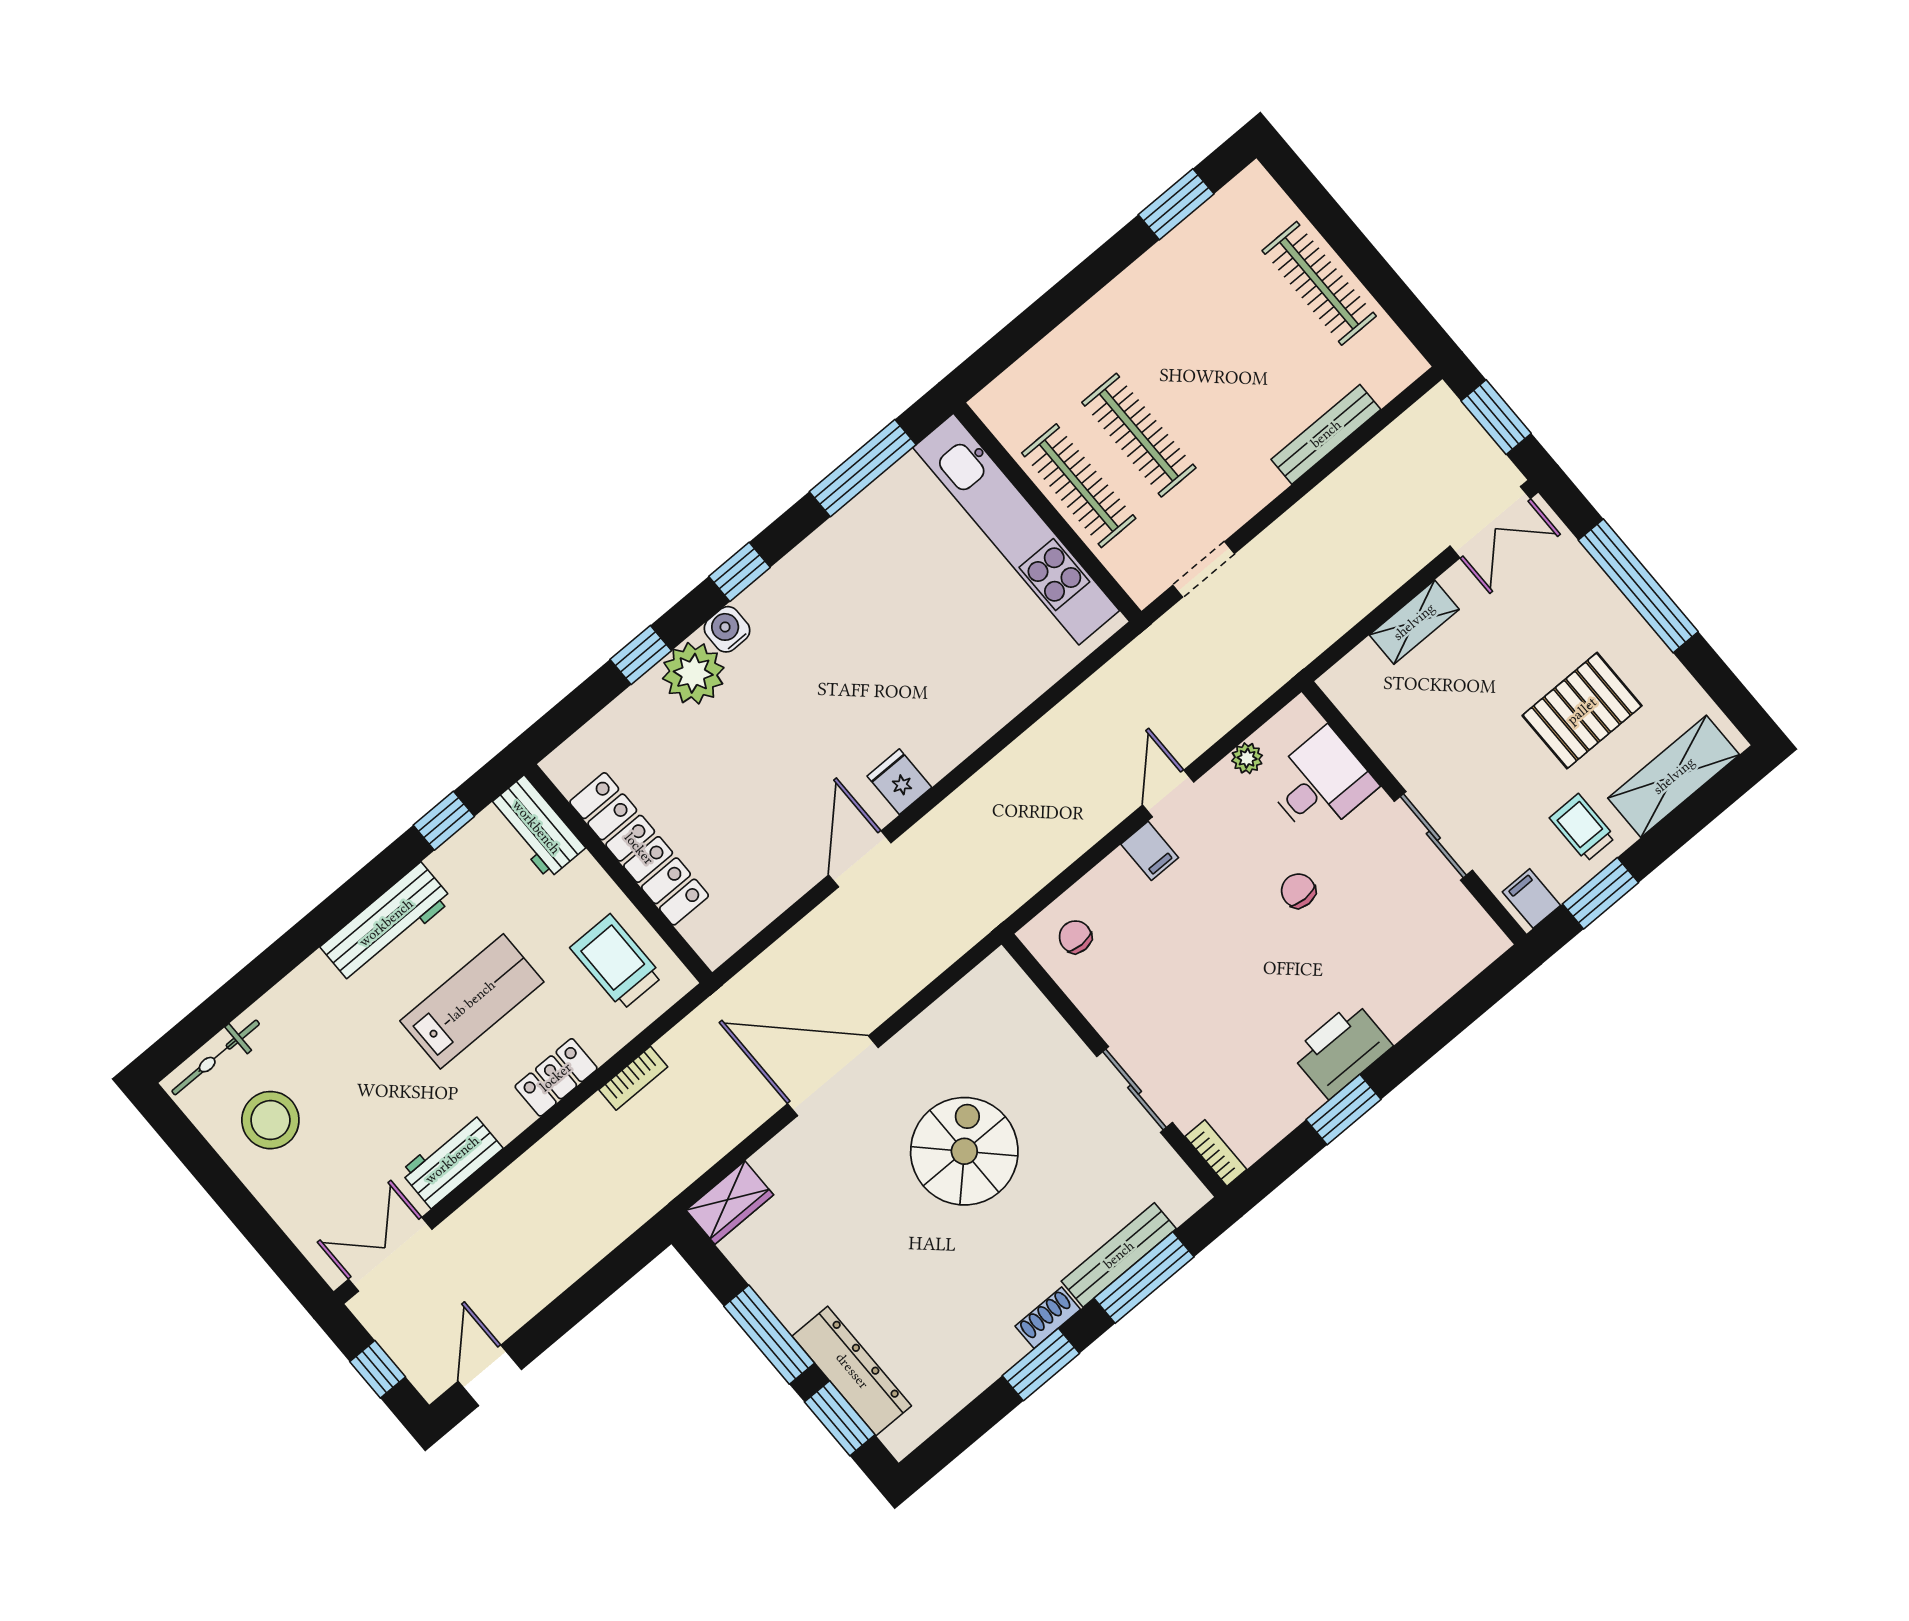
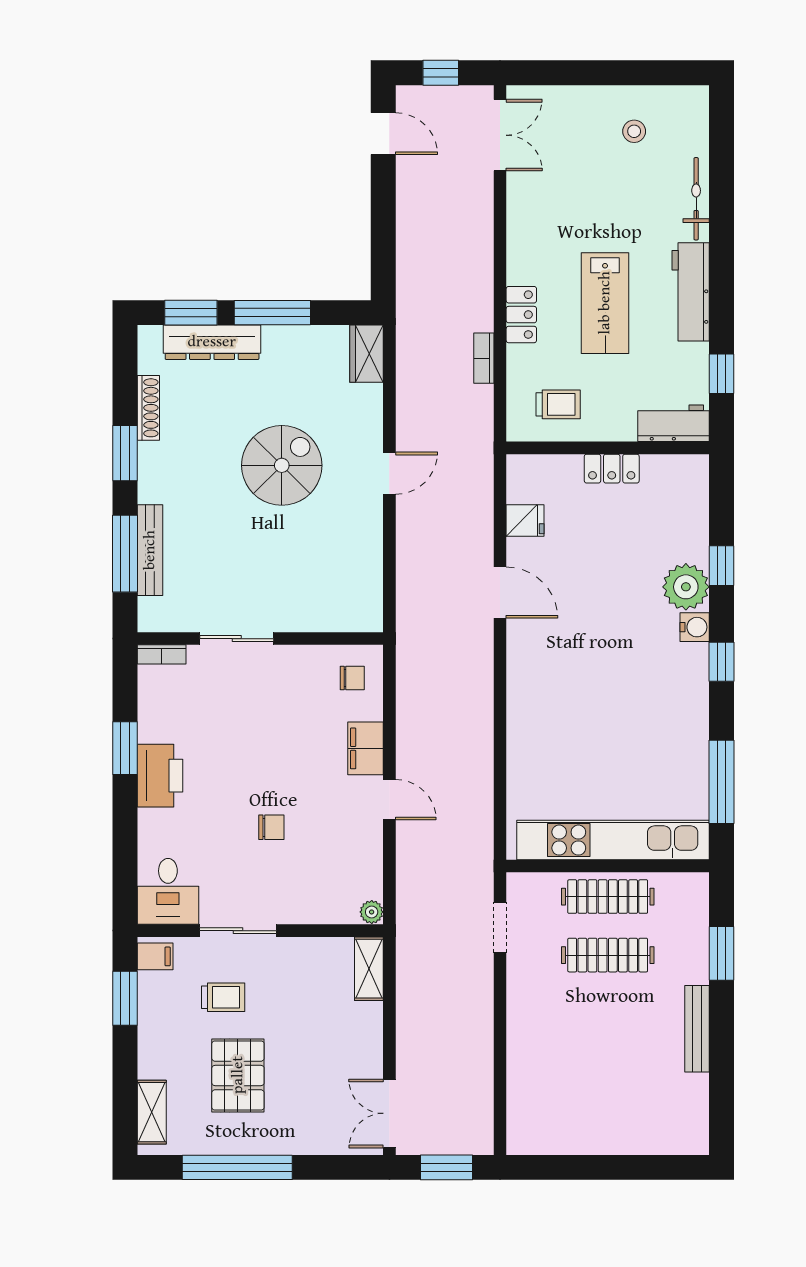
window: (1176, 204) -> (721, 953), moved
clothes rail: (1319, 283) -> (608, 1131), removed
bench: (1326, 434) -> (697, 1029), moved
window: (1638, 586) -> (237, 1167), moved
shelving: (1414, 622) -> (369, 969), moved
plant: (1247, 758) -> (372, 912), moved
shelving: (1674, 776) -> (152, 1112), width x0.67, depth x0.75
fridge: (899, 782) -> (525, 521), moved
desk: (1320, 783) -> (168, 891), moved
trolley: (1582, 828) -> (223, 997), moved
locker: (639, 849) -> (612, 469), width x0.46, depth x0.83
filing cabinet: (1150, 851) -> (366, 748), width x2.00
trolley: (616, 962) -> (558, 404), width x0.73, depth x0.72
bicycle: (216, 1057) -> (696, 199), moved
door: (833, 1076) -> (389, 473), width x0.53
stool: (270, 1120) -> (634, 131), width x0.53, depth x0.53
spiral stairs: (964, 1151) -> (282, 465), moved, turned -90
workbench: (452, 1160) -> (524, 215), removed
shoe rack: (1048, 1318) -> (148, 408), moved, width x1.43

